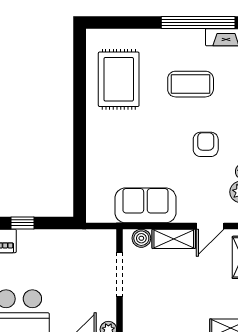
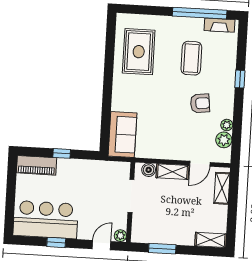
coffee table: (191, 84) -> (191, 58), turned 90
armchair: (206, 144) -> (200, 103), turned 83
sofa: (145, 205) -> (123, 134), moved, turned 90

